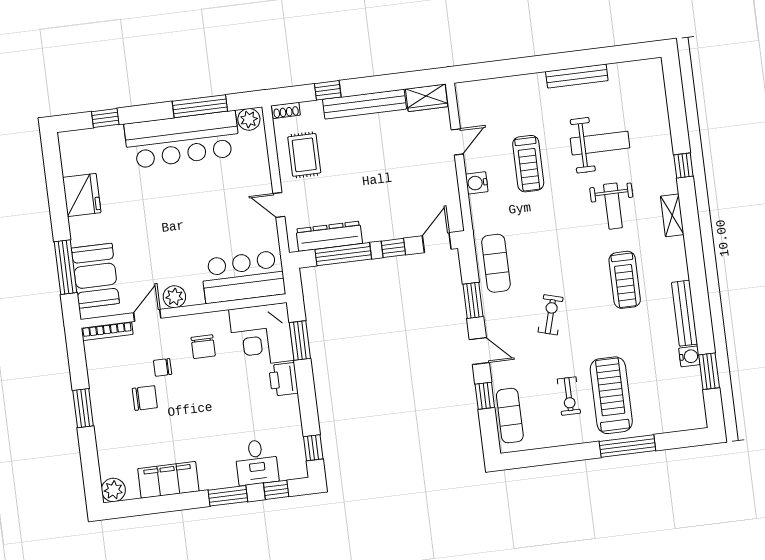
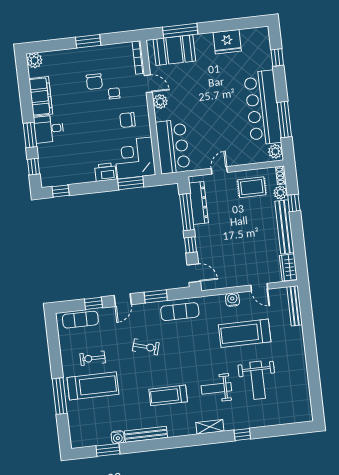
bench: (577, 76) -> (295, 306), moved
plant: (312, 111) -> (280, 193), added
treadmill: (528, 164) -> (245, 333), width x1.37, depth x1.38
desk: (257, 462) -> (49, 129), moved

